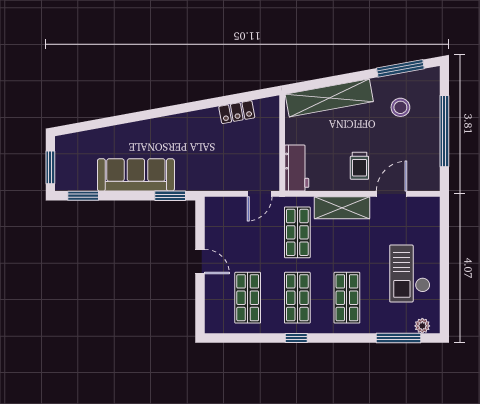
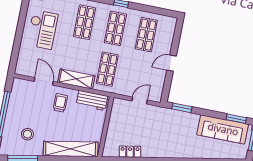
workbench: (297, 168) -> (92, 101), moved, turned -90
sofa: (136, 175) -> (223, 129), moved
door: (260, 194) -> (140, 101), moved
door: (392, 194) -> (44, 81), swing flipped
door: (200, 261) -> (172, 63), hinge flipped

